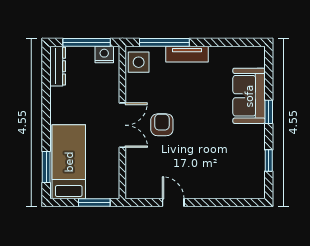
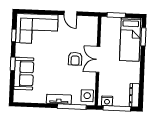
corner sofa: (230, 174) -> (37, 29), added

